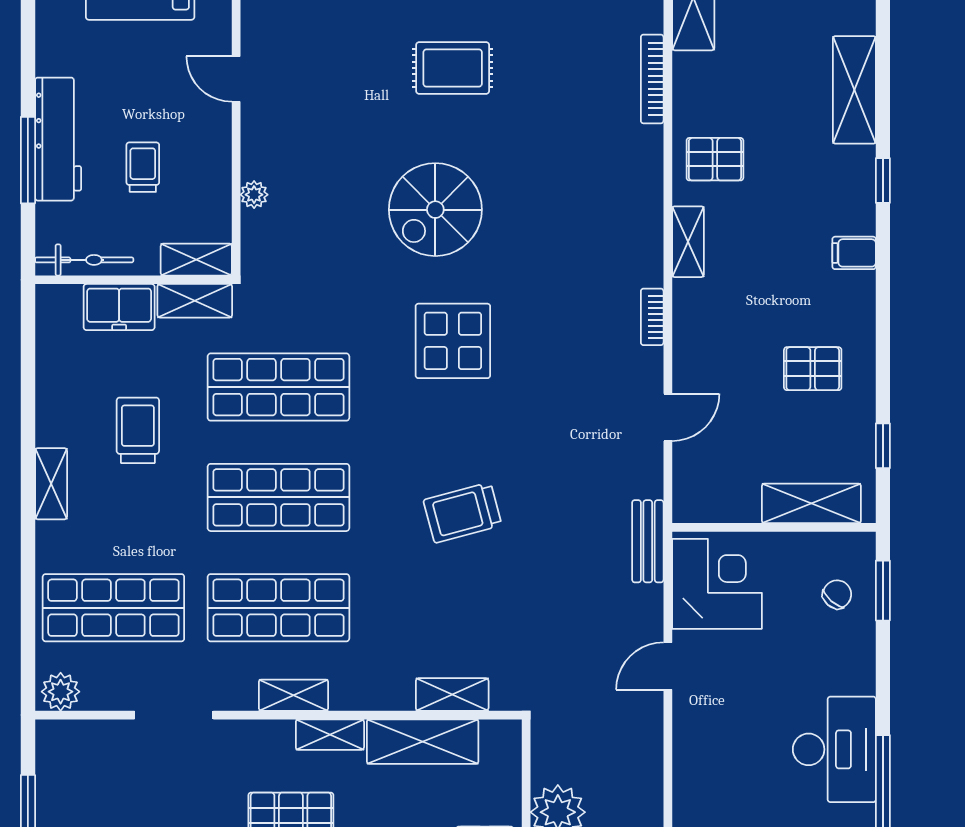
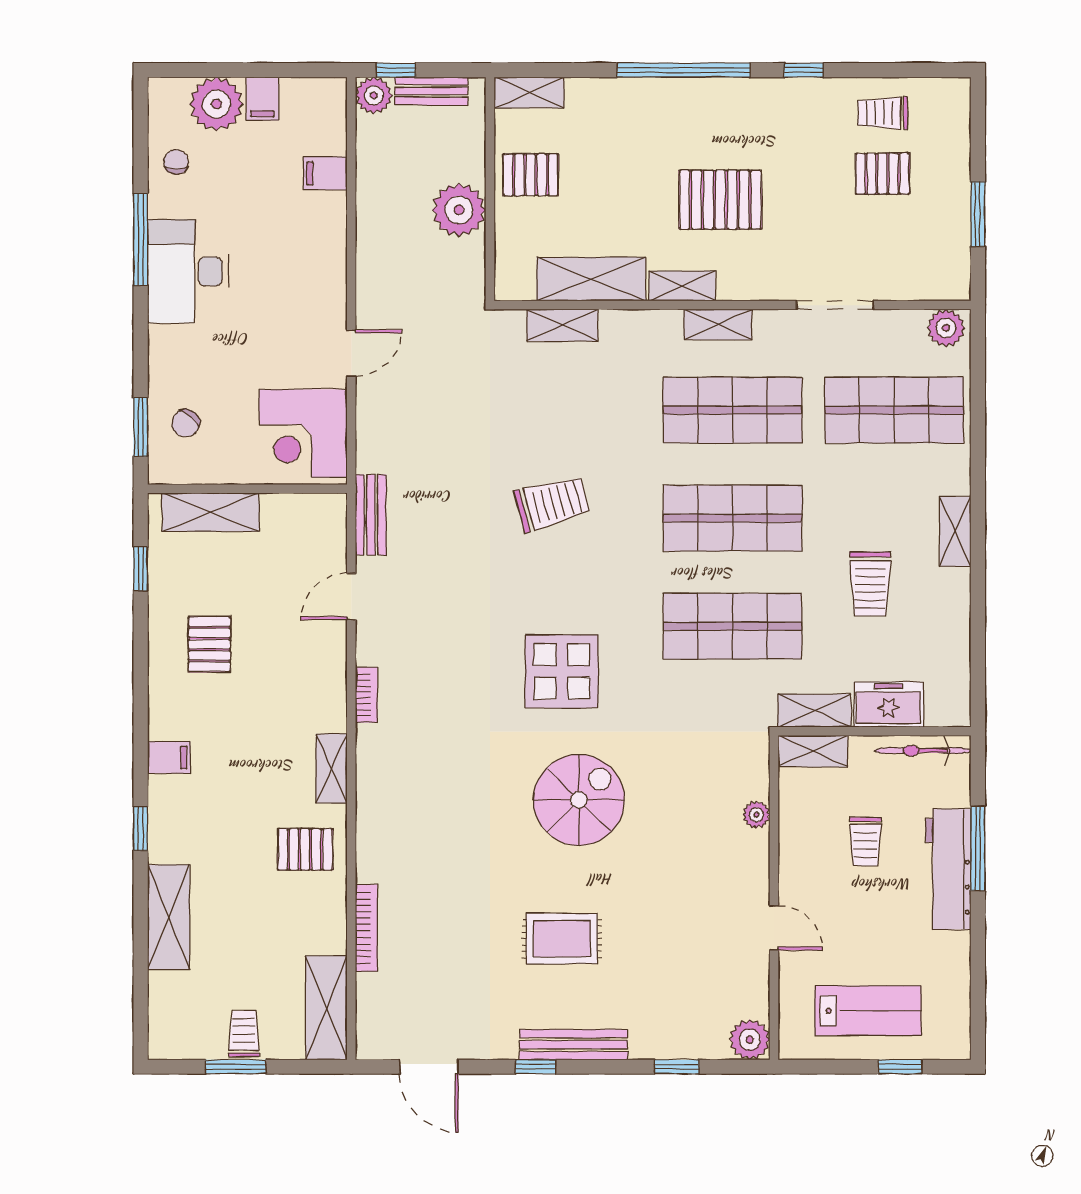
pallet: (813, 369) -> (209, 644), turned 90
bench: (648, 541) -> (371, 515), moved

